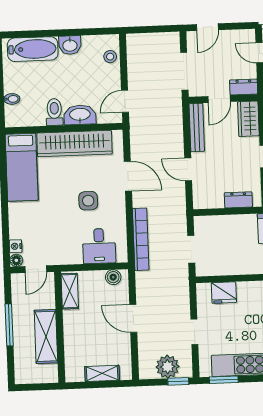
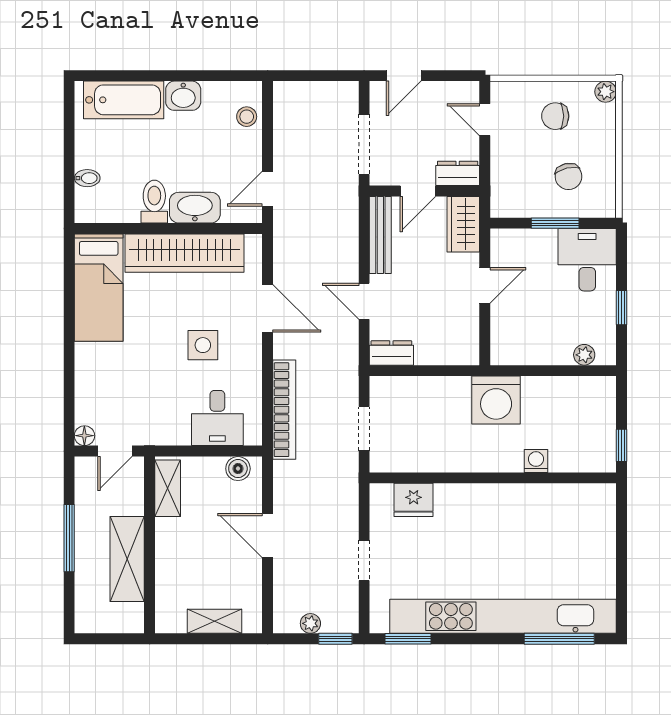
dresser: (238, 200) -> (391, 353), moved
nightstand: (16, 246) -> (84, 413), removed
plant: (168, 367) -> (310, 623), width x0.53, depth x0.53

